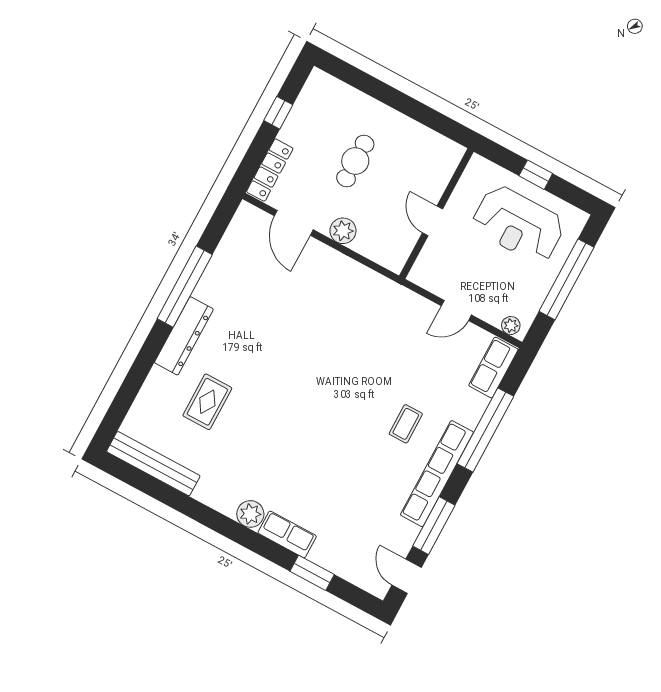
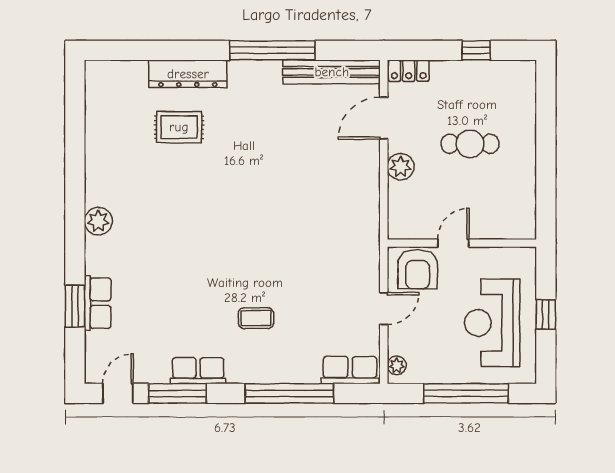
locker: (270, 170) -> (409, 71), width x0.66
armchair: (438, 263) -> (418, 269), added
door: (456, 310) -> (384, 309), swing flipped
dresser: (184, 336) -> (188, 74), moved
bench: (153, 464) -> (332, 72), moved, turned 90
row of seats: (437, 474) -> (198, 371), width x0.50
row of seats: (287, 534) -> (98, 303), moved

